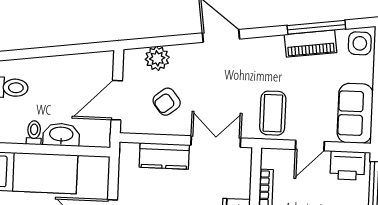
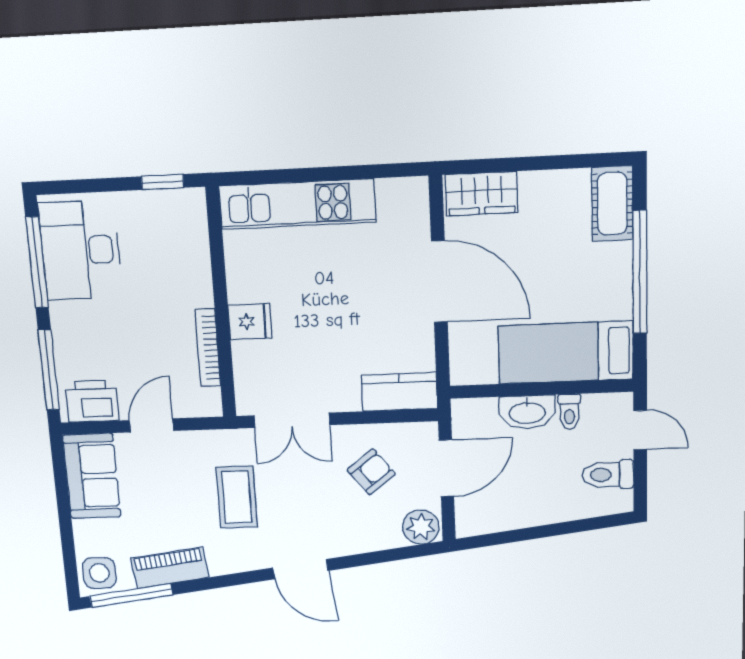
window: (316, 27) -> (131, 595), moved
plant: (157, 58) -> (421, 527), moved
coffee table: (273, 113) -> (237, 497), moved
kitchen counter: (164, 156) -> (399, 392), moved

